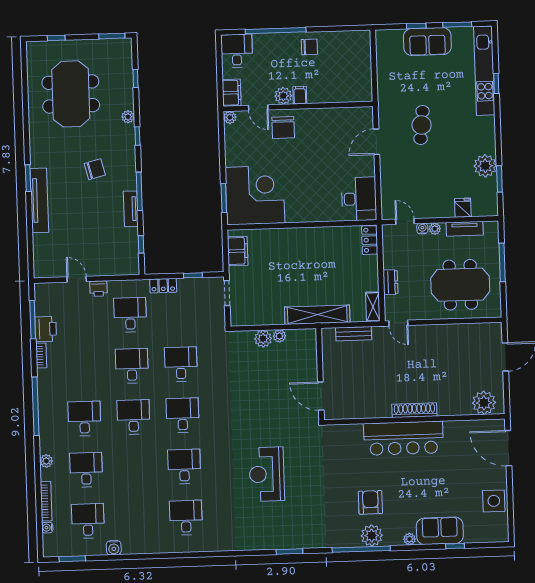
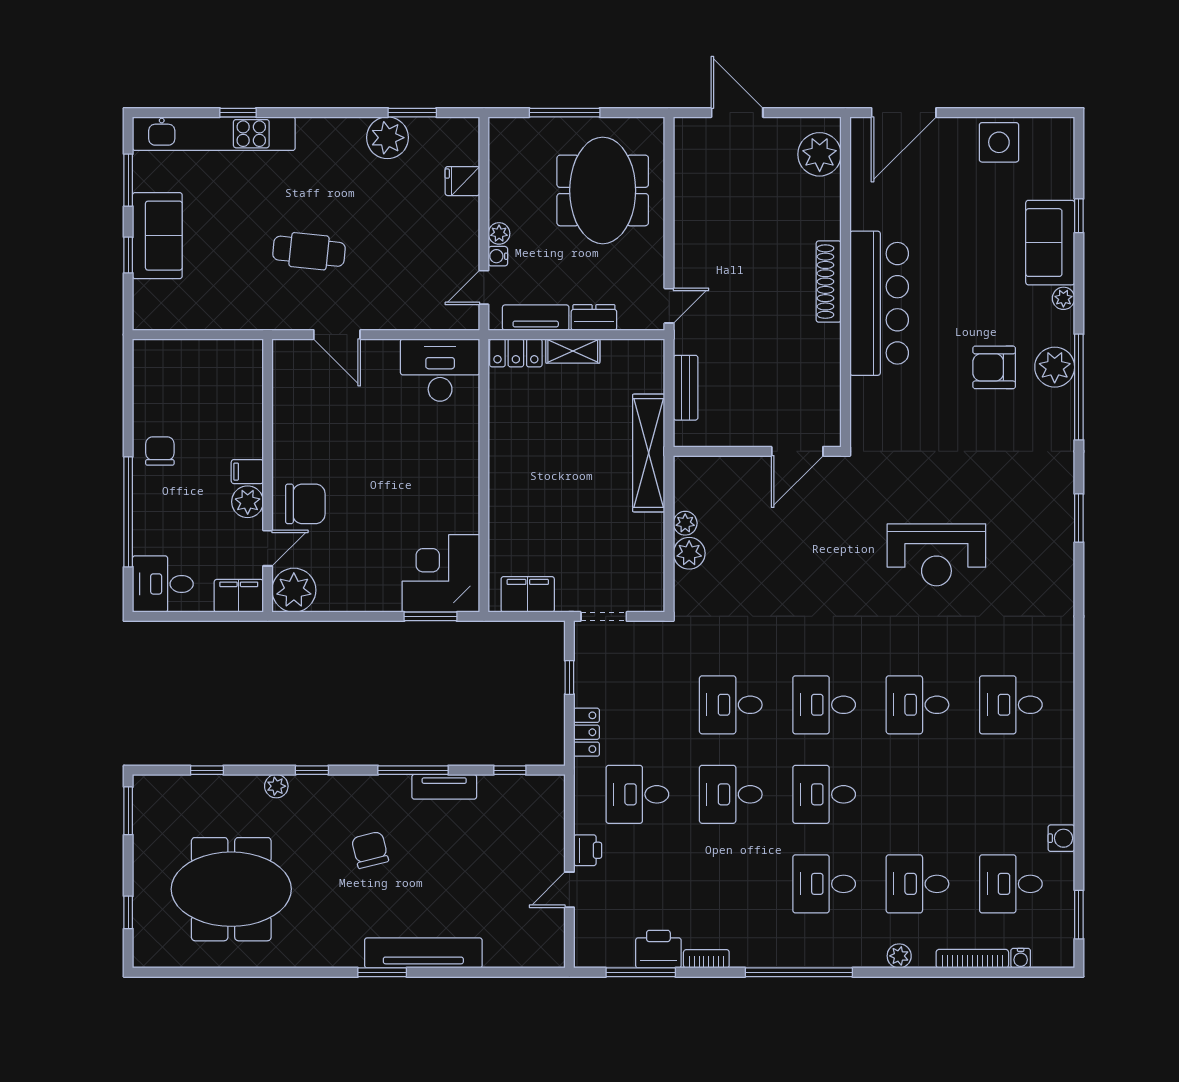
plant: (230, 117) -> (294, 590), width x1.87, depth x1.87
corner desk: (255, 195) -> (441, 573), width x0.74, depth x0.74
tv unit: (465, 229) -> (536, 318), moved, turned -90
shelving: (373, 307) -> (573, 351), moved

